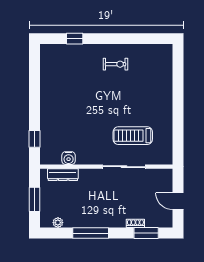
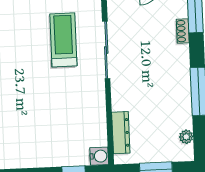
treadmill: (133, 136) -> (63, 40), turned 180
water cooler: (69, 158) -> (99, 156), moved

